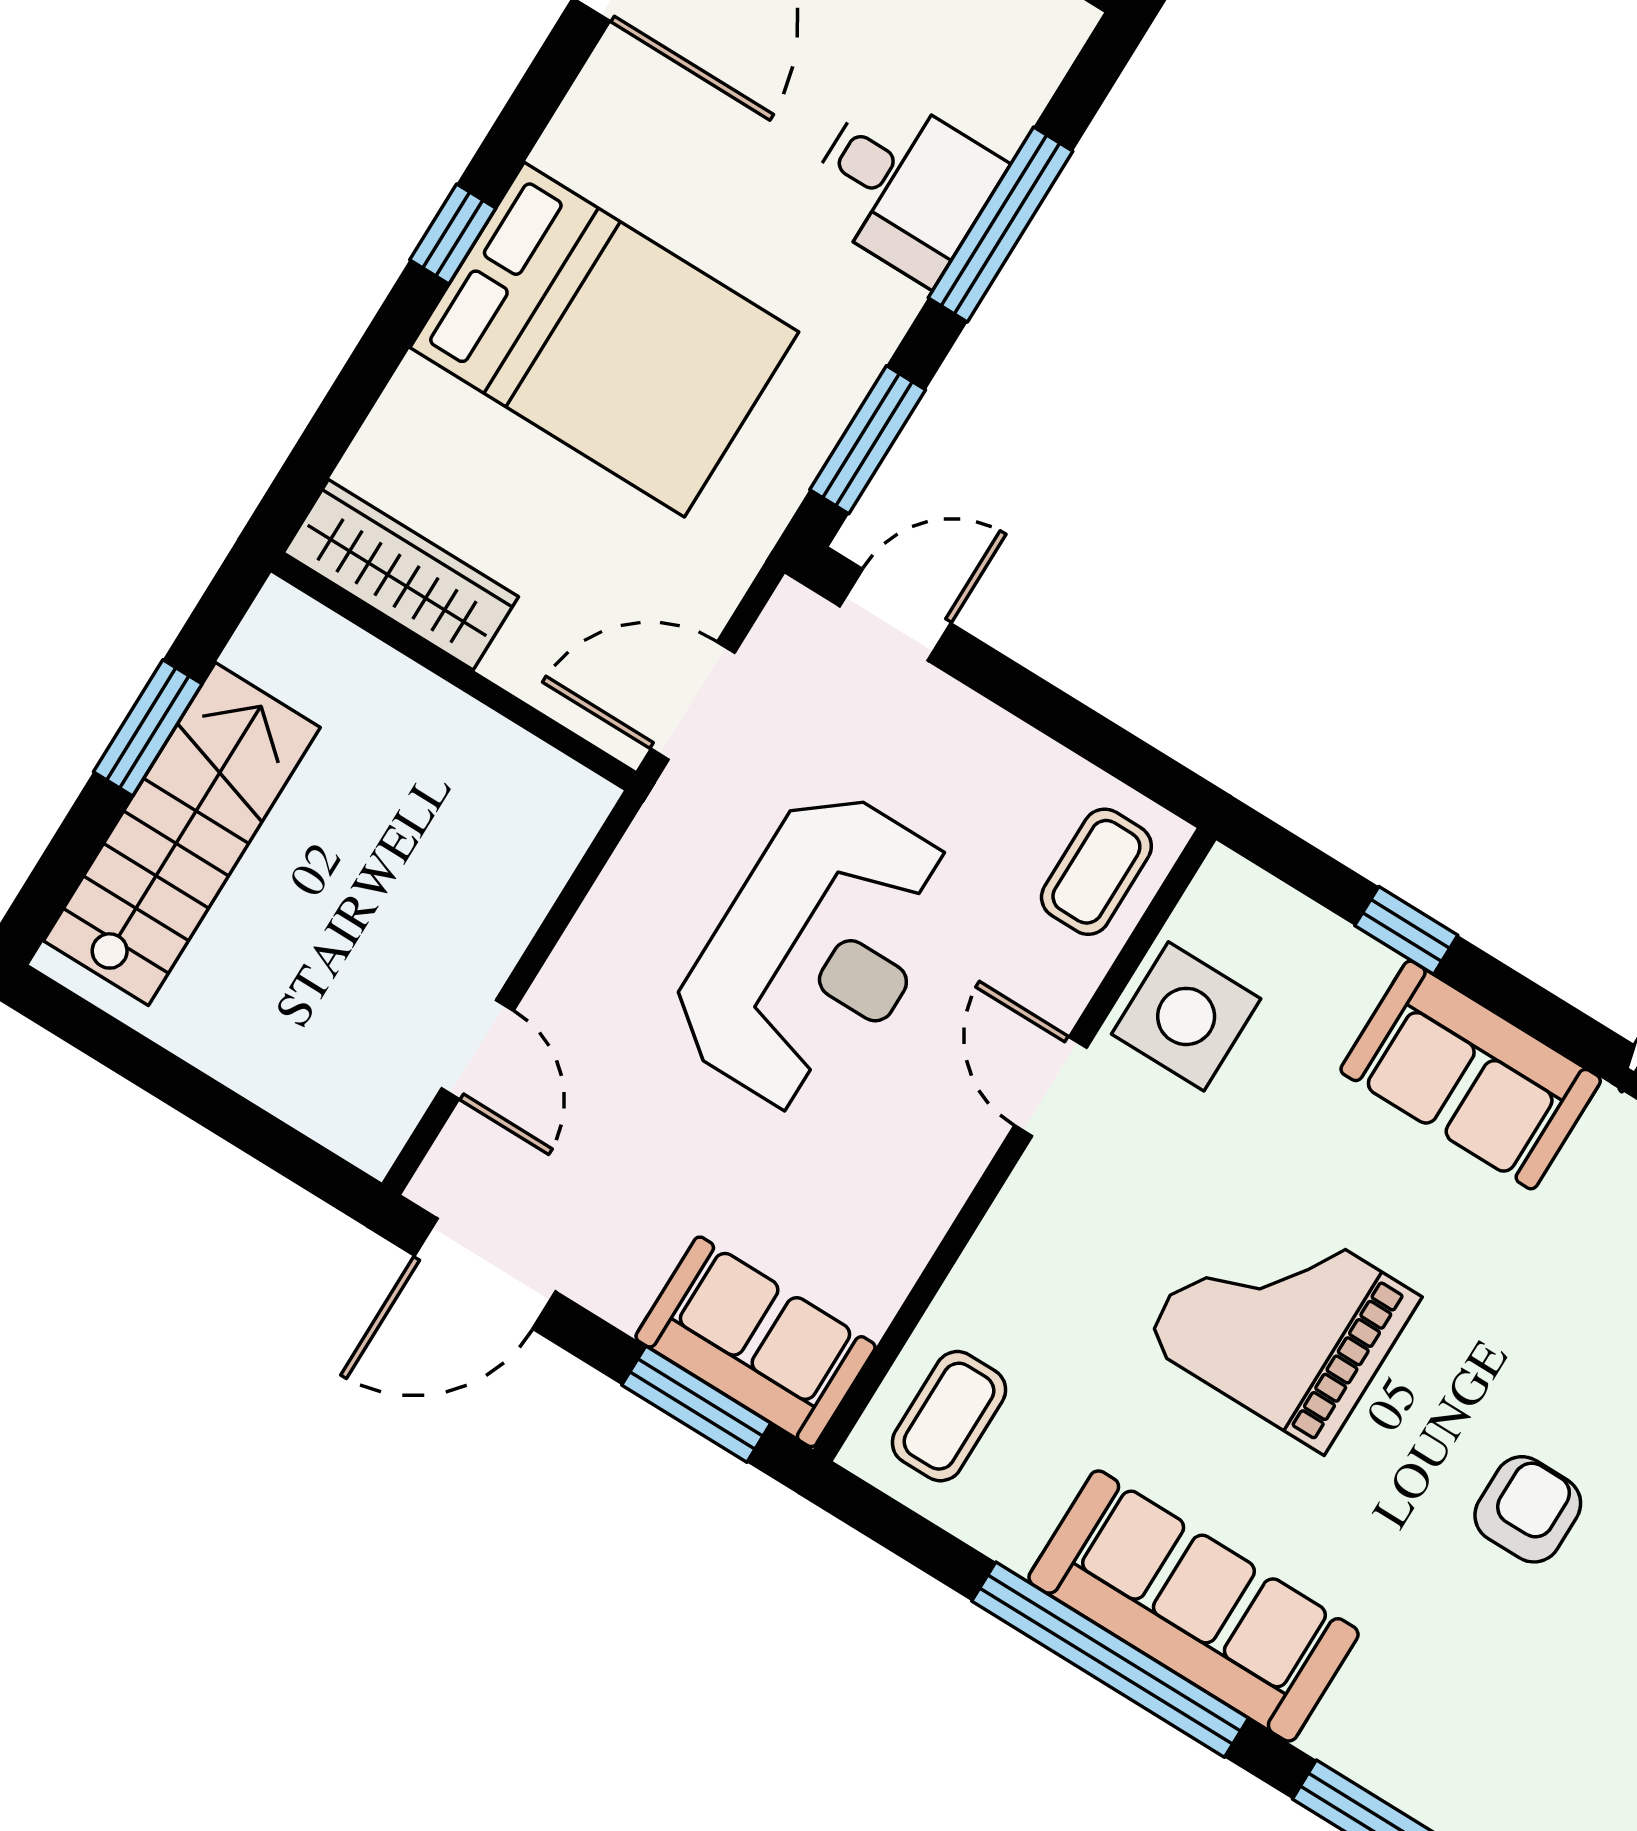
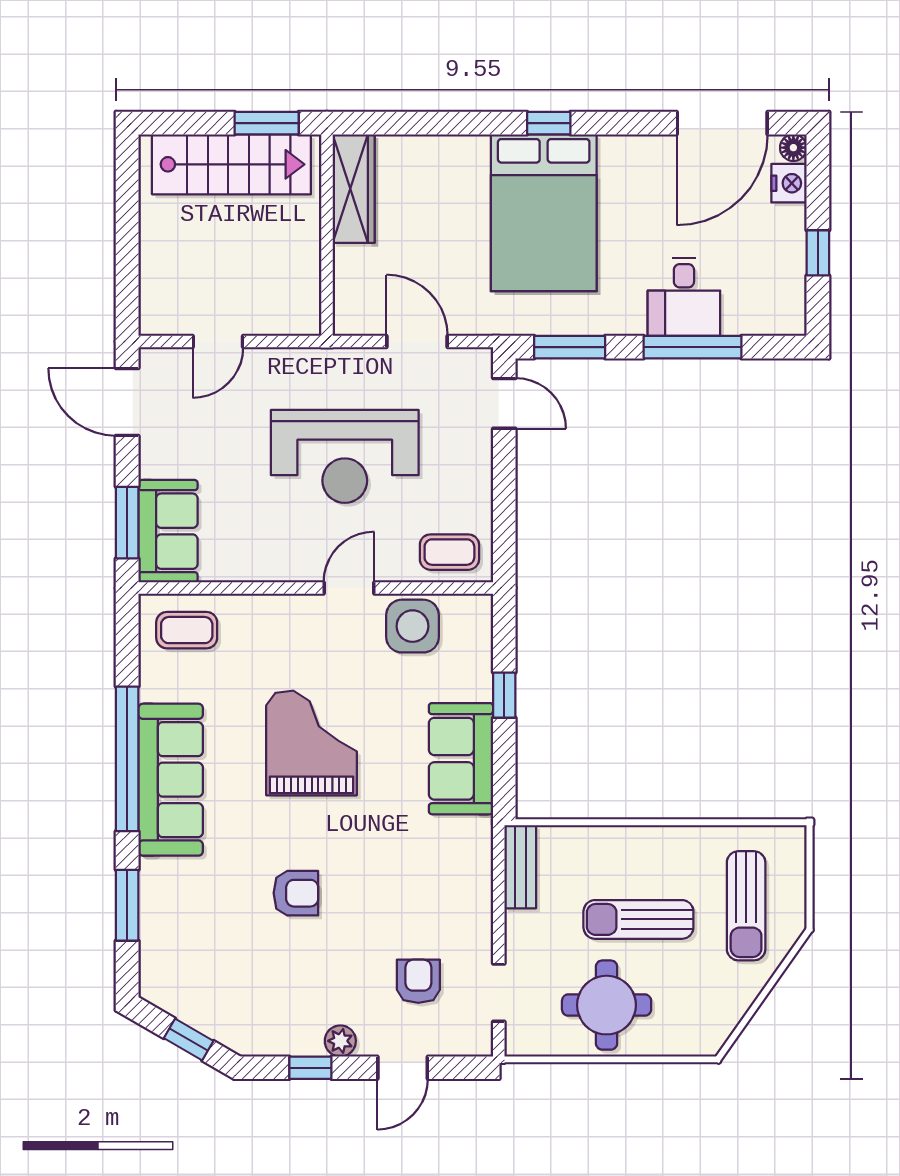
wardrobe: (401, 575) -> (354, 189), moved
wall: (453, 672) -> (327, 235), moved

